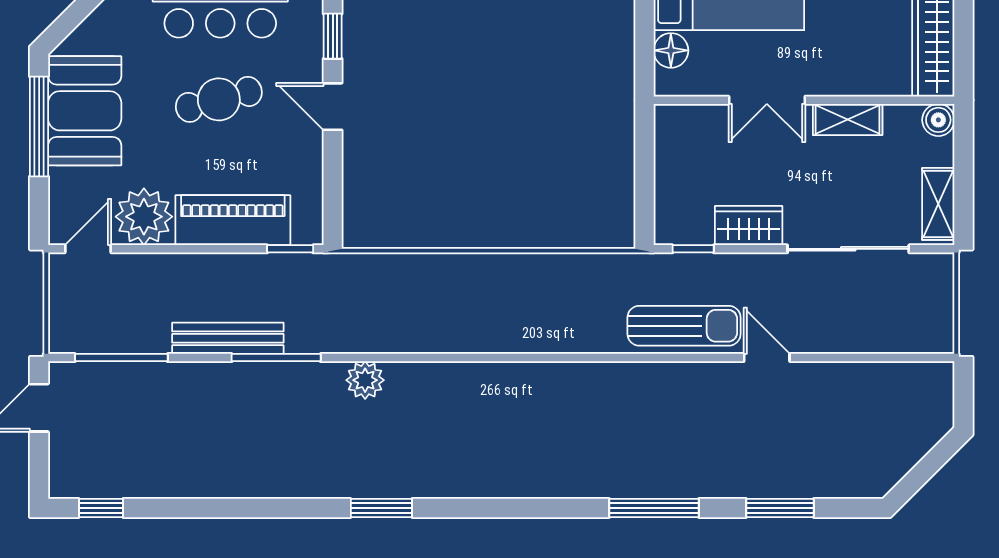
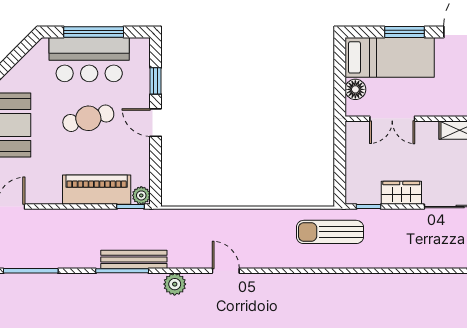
double door: (767, 100) -> (392, 119), moved
plant: (144, 217) -> (141, 195), moved, width x0.53, depth x0.53
sun lounger: (684, 326) -> (330, 232), moved, turned 180
bench: (228, 338) -> (134, 259), moved
door: (767, 358) -> (226, 271), moved

